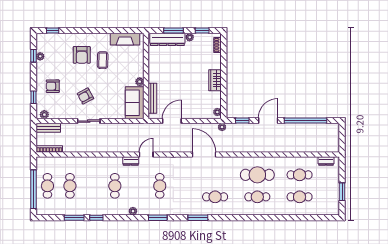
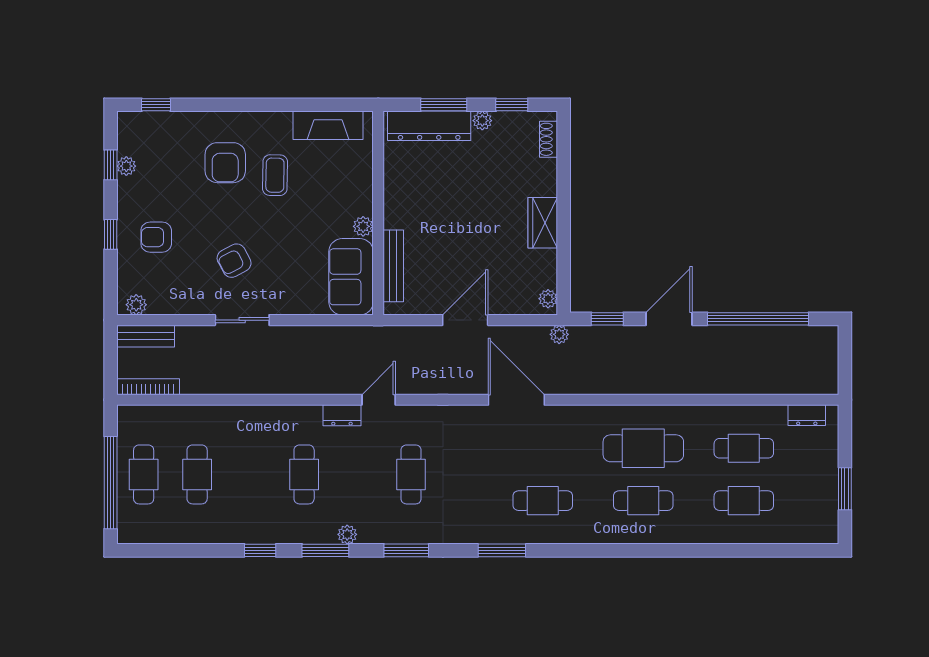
window: (34, 97) -> (111, 234), moved
door: (172, 121) -> (465, 320), moved
window: (74, 218) -> (325, 550), moved

